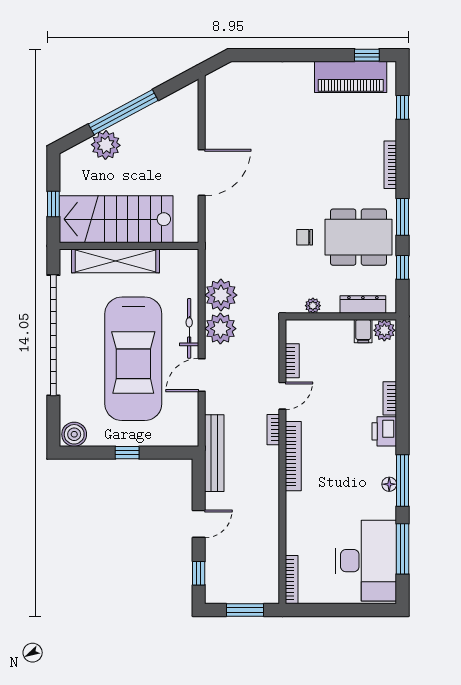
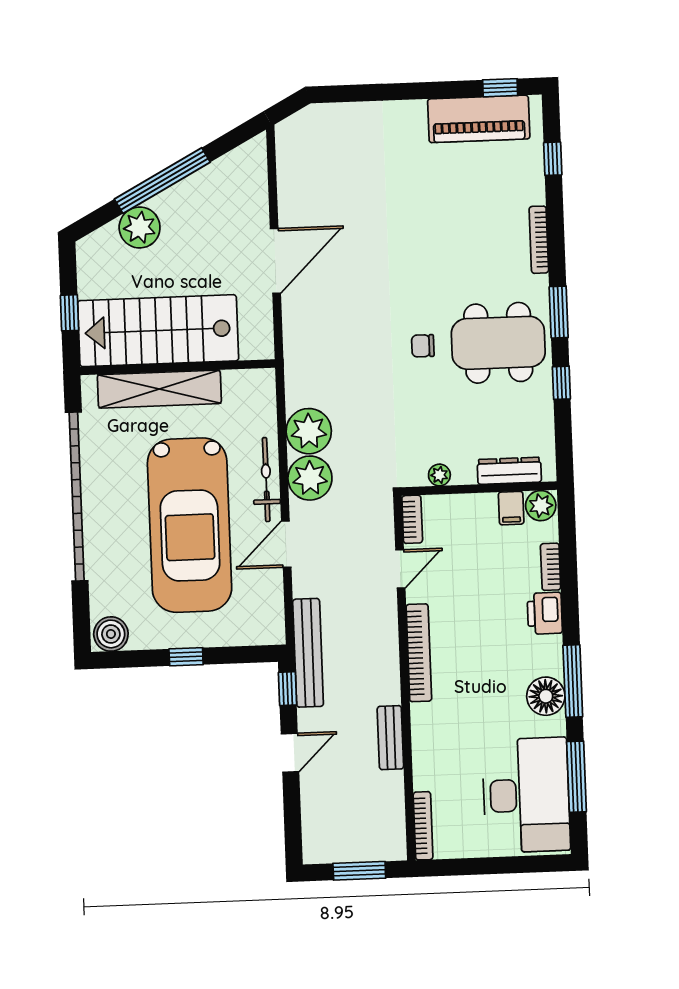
dresser: (363, 305) -> (509, 471), moved
plant: (313, 306) -> (439, 475), moved
wall: (341, 316) -> (479, 489), moved
plant: (384, 330) -> (541, 506), moved
filing cabinet: (363, 331) -> (511, 508), moved
bookcase: (273, 430) -> (389, 617), removed
floor lamp: (389, 484) -> (546, 696), width x1.89, depth x1.89
bench: (271, 516) -> (390, 738), added
window: (199, 573) -> (288, 689), moved

